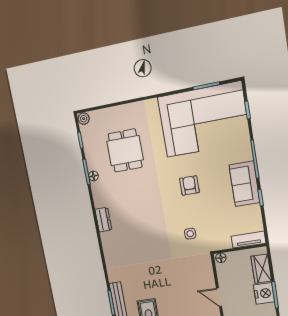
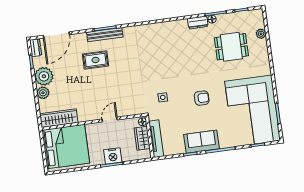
plant: (84, 119) -> (261, 34), moved
dresser: (103, 220) -> (198, 22), moved
tv unit: (248, 240) -> (156, 139), width x1.41
wardrobe: (261, 269) -> (142, 138), moved, turned -90

